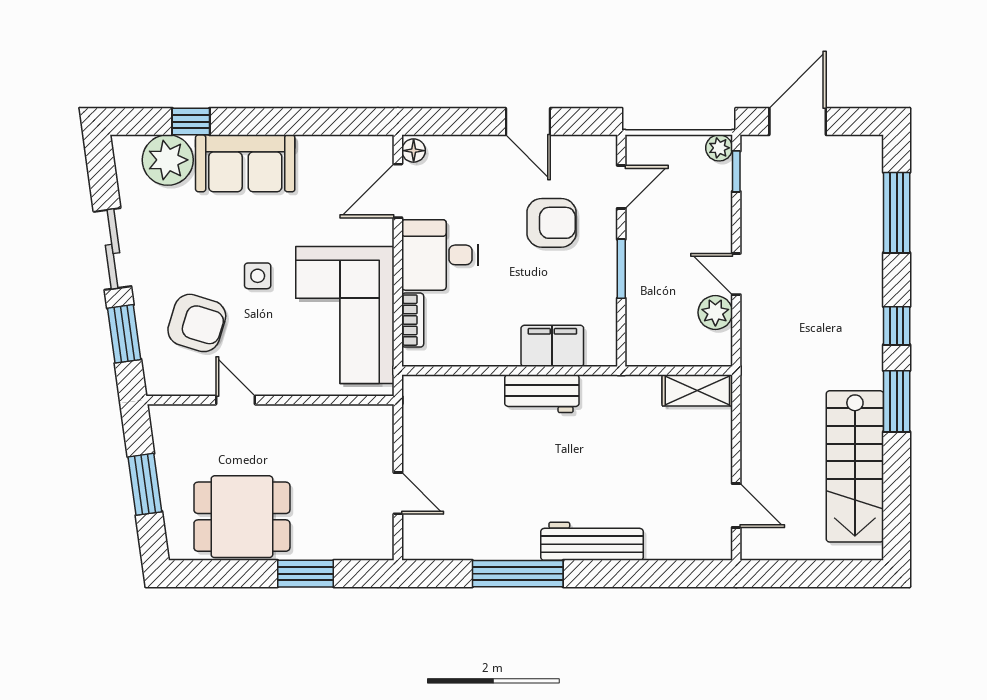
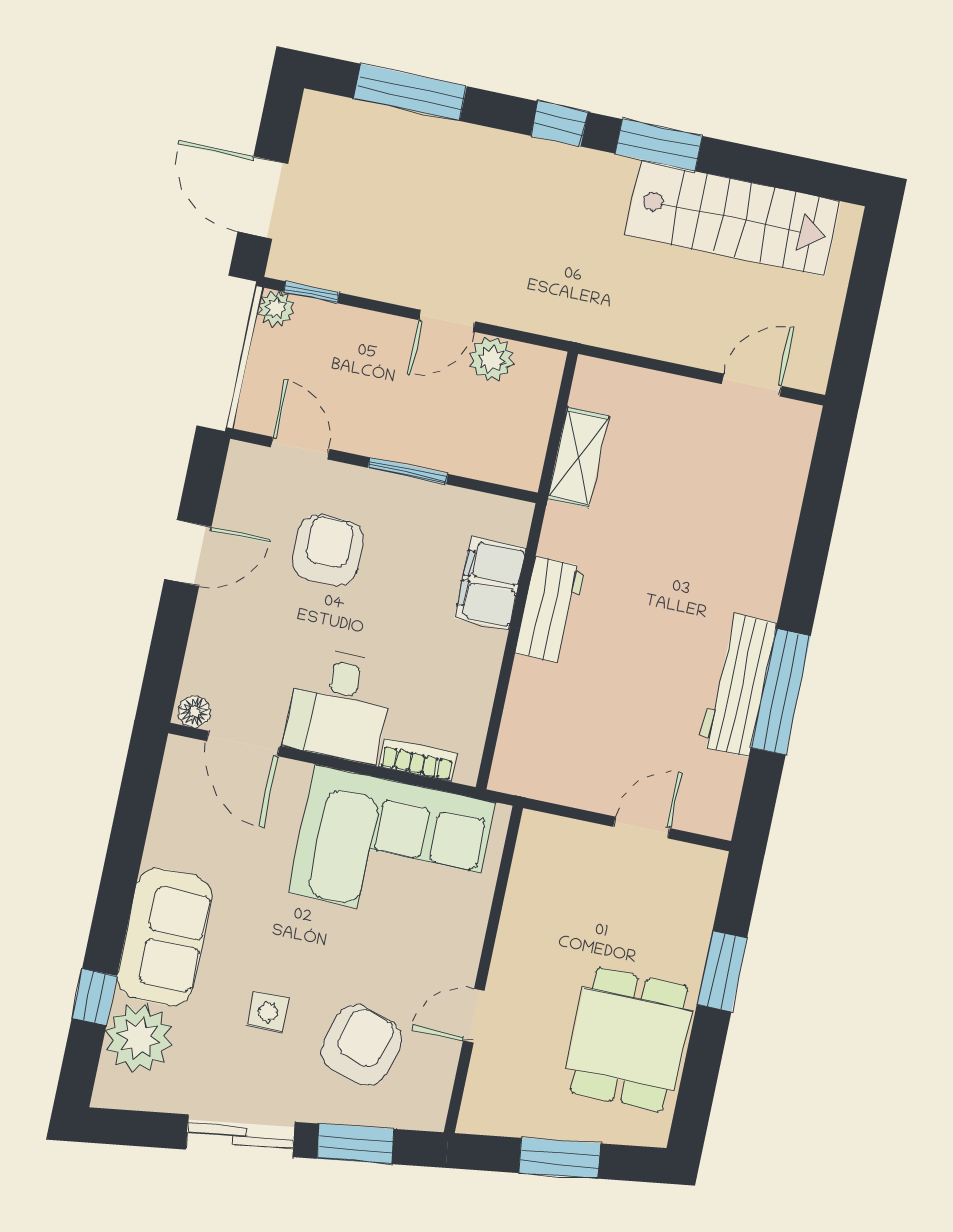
side table: (258, 276) -> (268, 1012), moved
shelving: (697, 390) -> (578, 457), moved
workbench: (592, 541) -> (738, 685), moved

